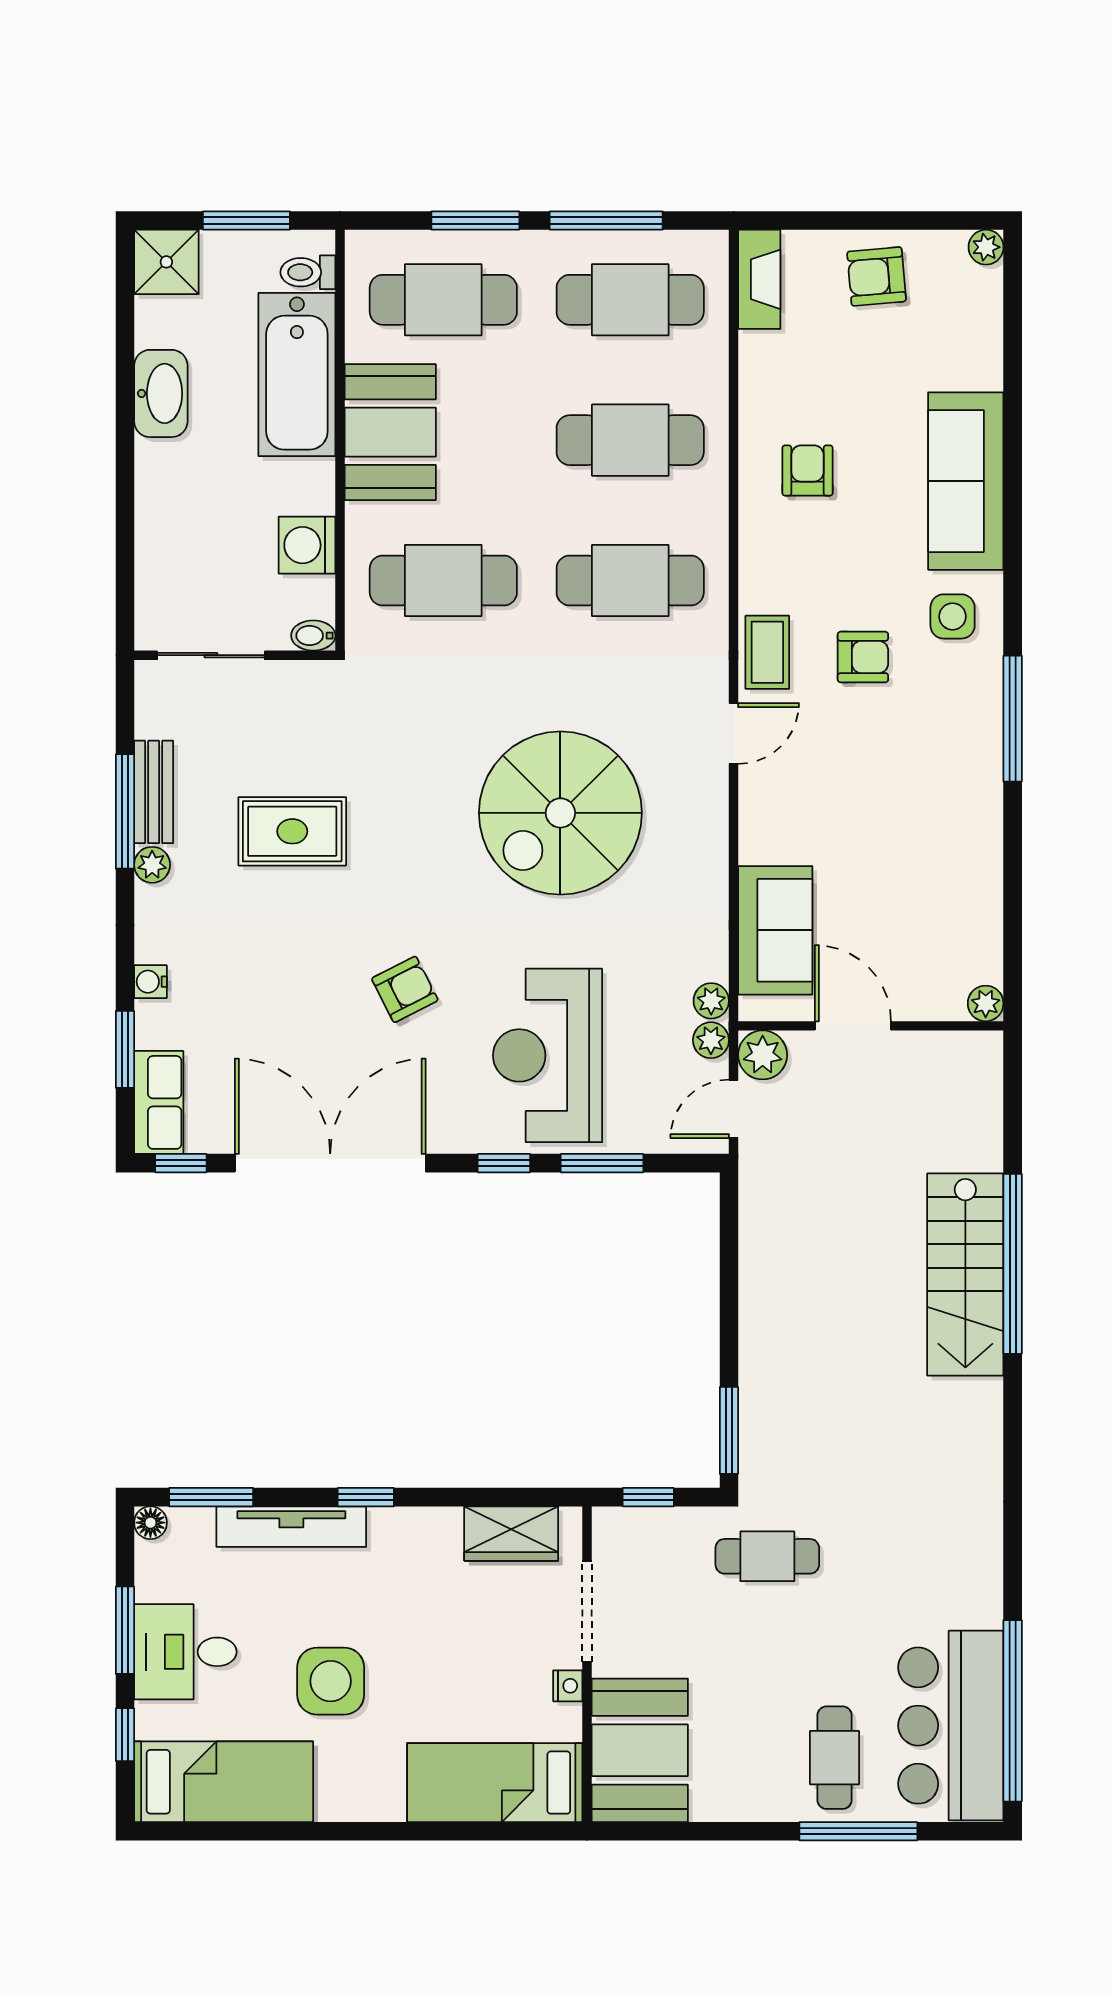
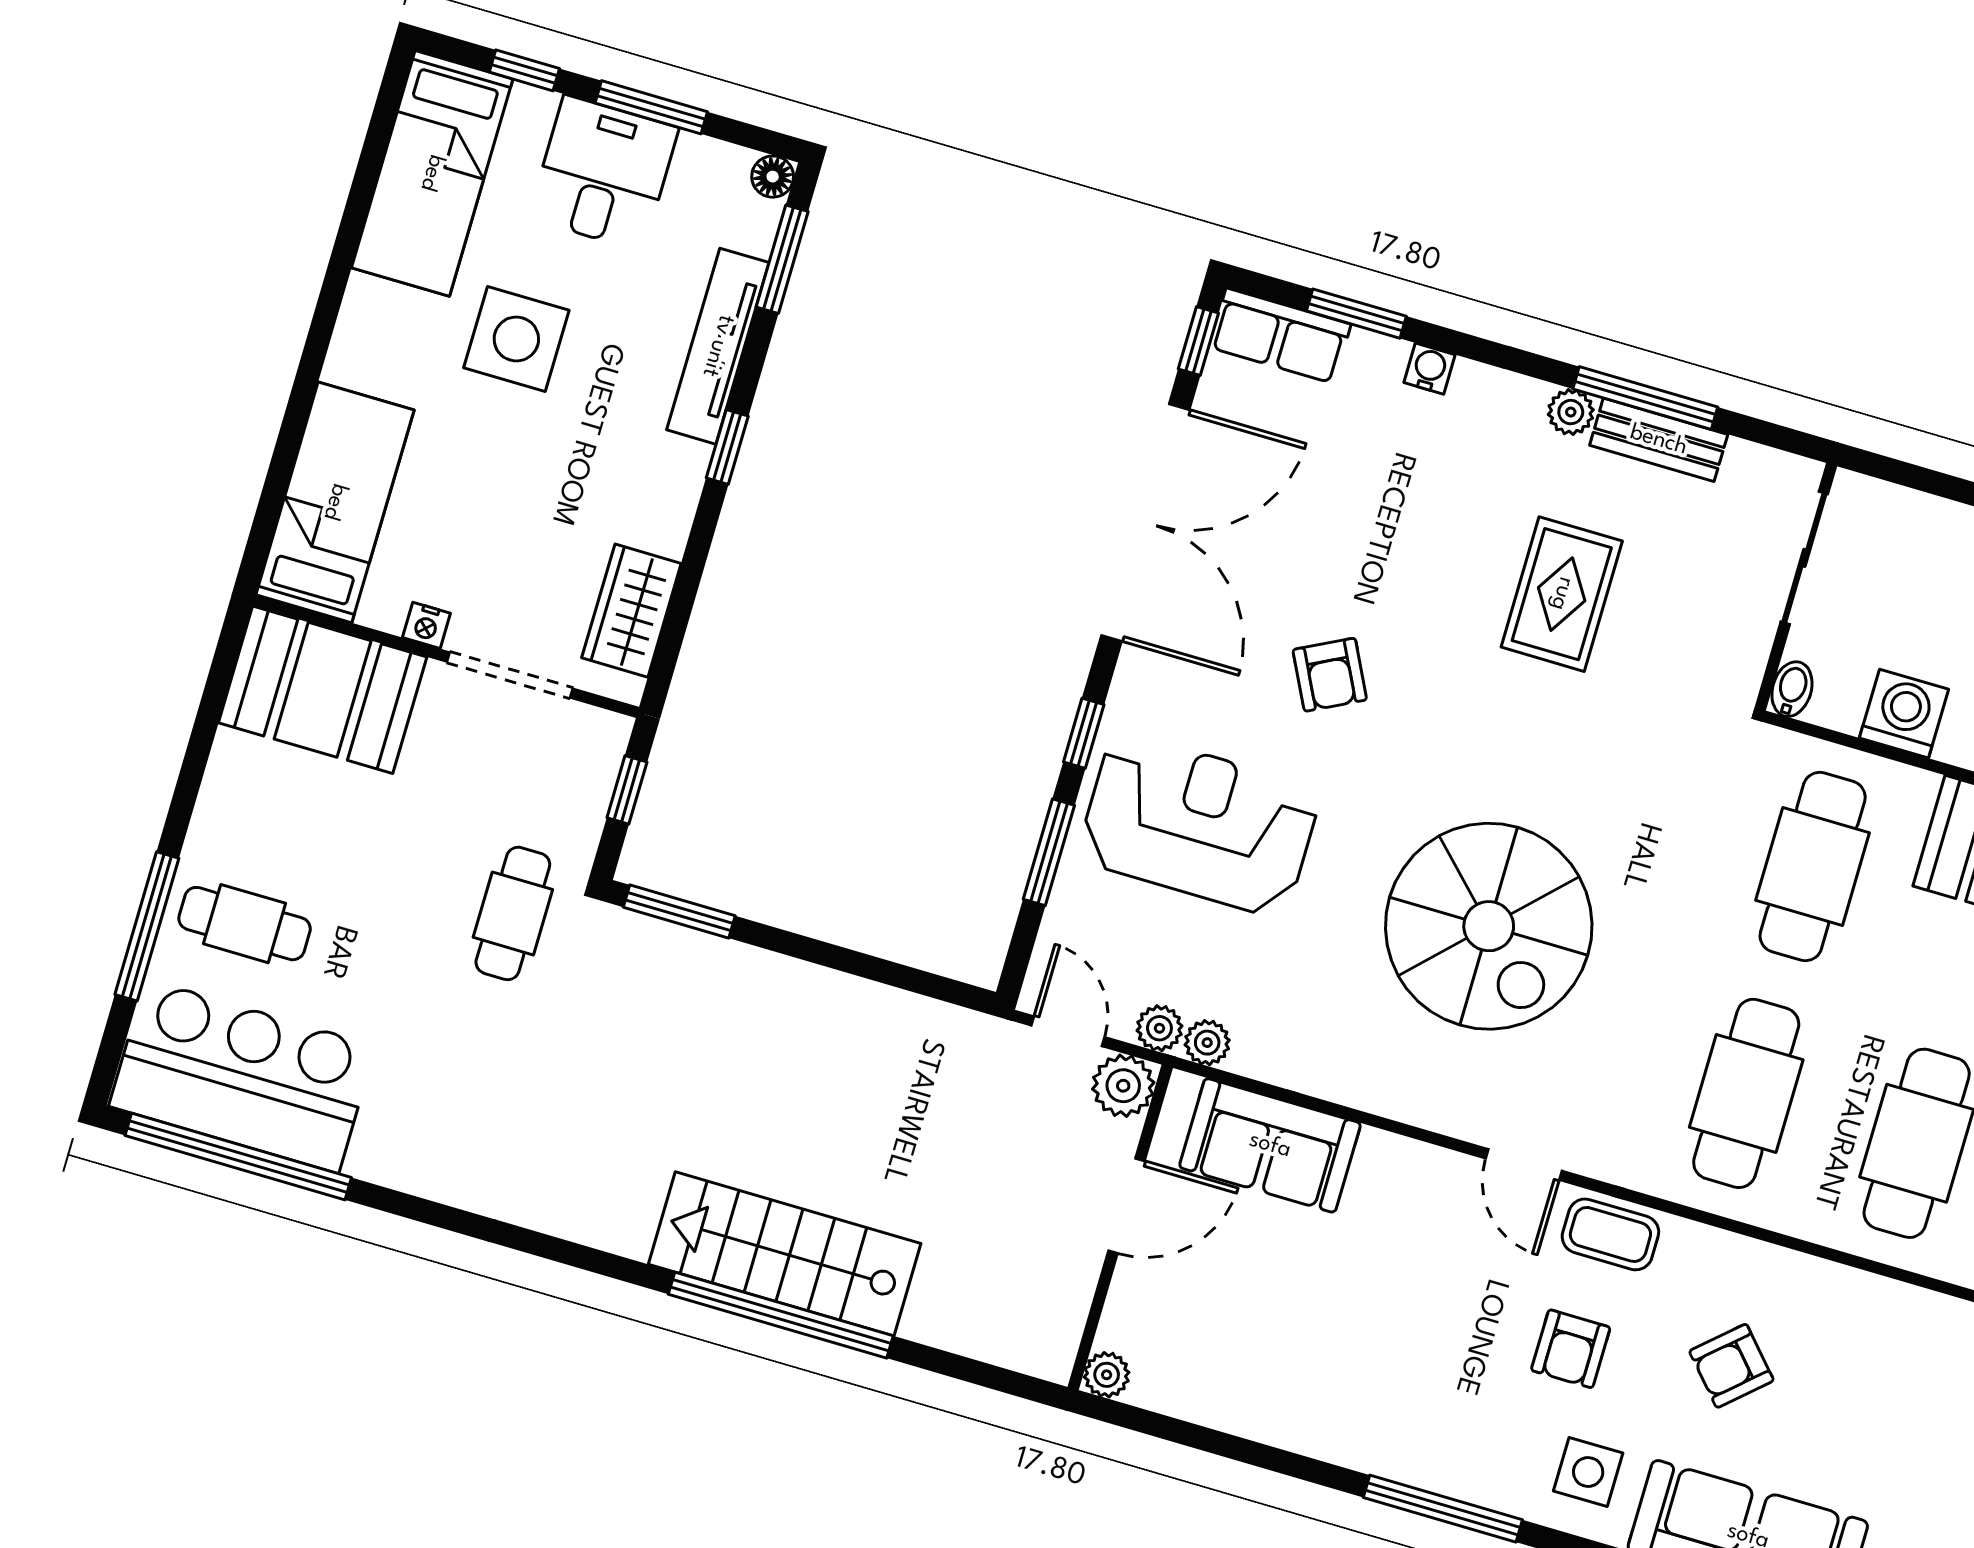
armchair: (808, 471) -> (1731, 1366), moved, turned 138
spiral stairs: (560, 813) -> (1489, 926), turned 180

